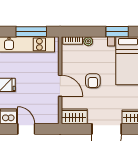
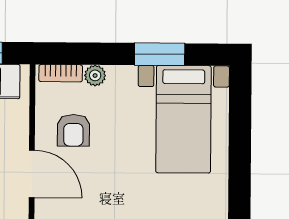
armchair: (93, 81) -> (73, 130), moved

